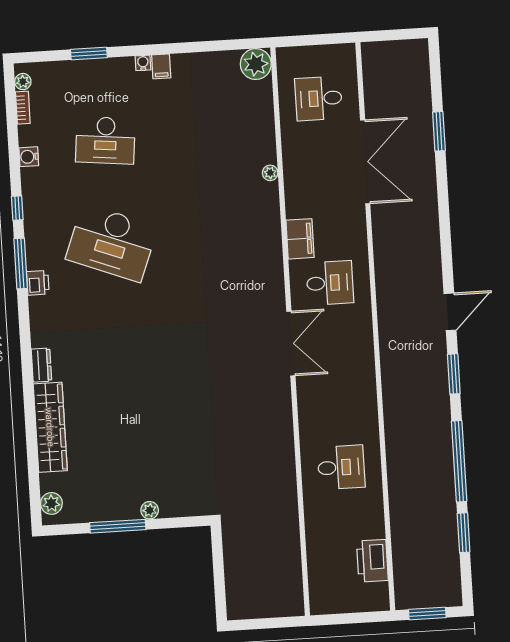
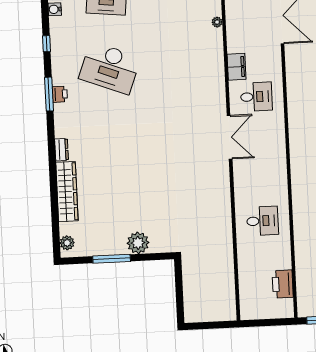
window: (21, 264) -> (49, 94), moved
plant: (150, 510) -> (138, 243), width x1.88, depth x1.88

